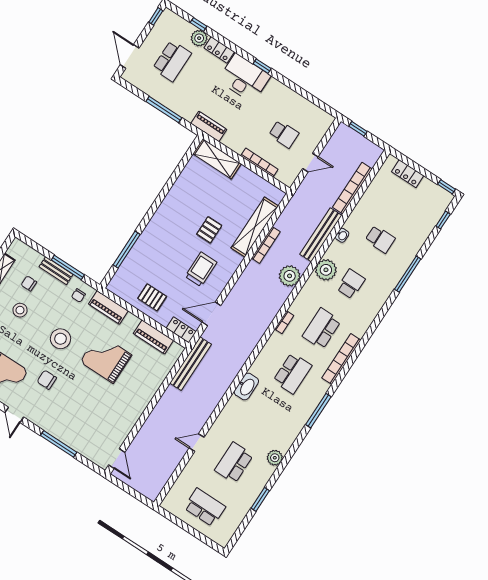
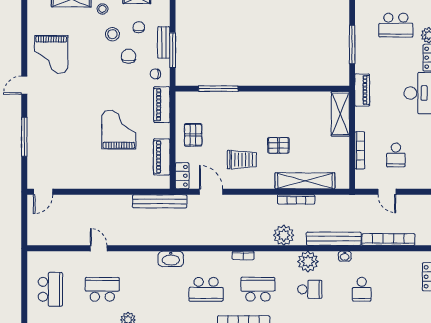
stool: (61, 339) -> (111, 82), removed
chair: (47, 380) -> (128, 56), moved

